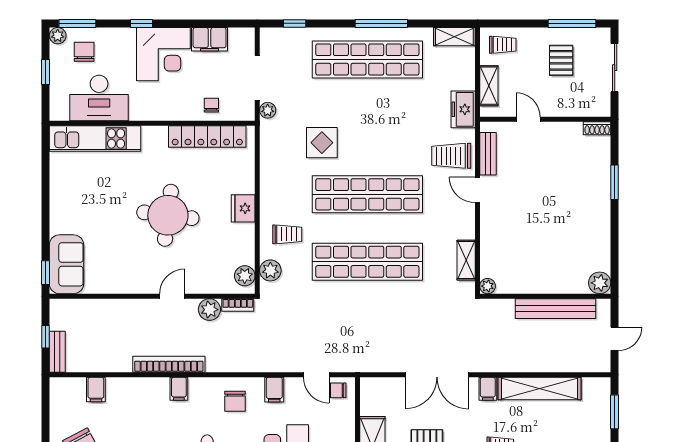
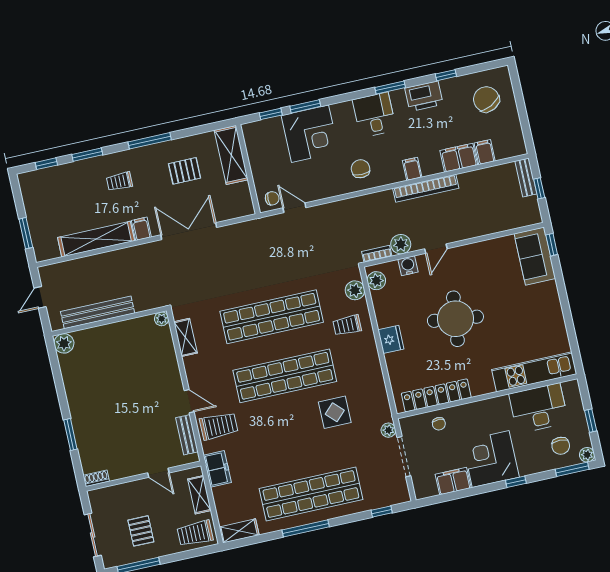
trolley: (503, 45) -> (195, 533), width x1.36, depth x1.39
water cooler: (207, 284) -> (408, 266), added
filing cabinet: (274, 390) -> (459, 158), moved, width x2.00

